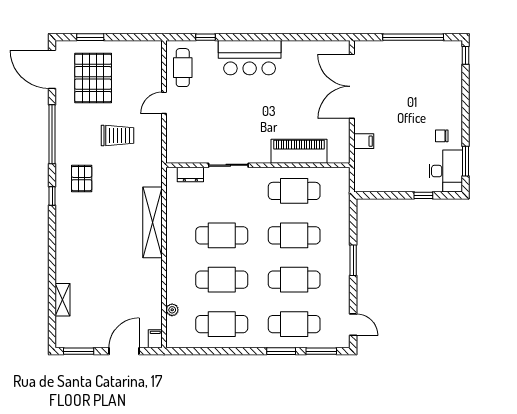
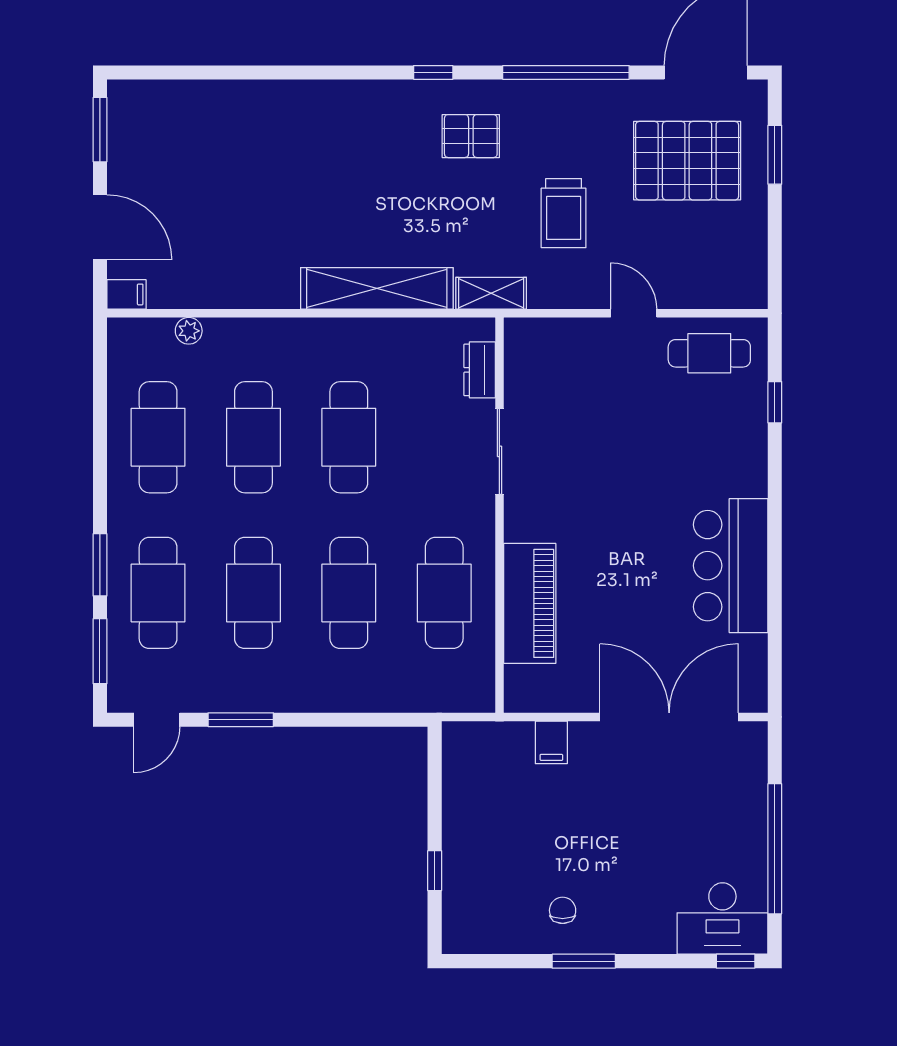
bar counter: (250, 58) -> (731, 566), moved
window: (465, 161) -> (584, 961), moved
desk: (446, 171) -> (722, 919), moved
window: (353, 260) -> (241, 720), moved
shelving: (63, 300) -> (491, 293), moved

